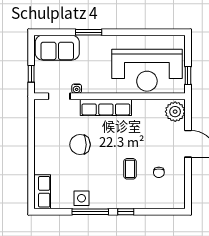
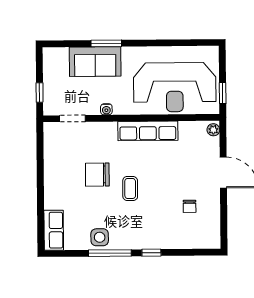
sofa: (57, 48) -> (95, 62), moved
water cooler: (77, 89) -> (106, 109), moved
row of seats: (106, 107) -> (148, 131), moved
plant: (175, 112) -> (213, 130), width x0.53, depth x0.53
coffee table: (130, 169) -> (130, 188), moved

